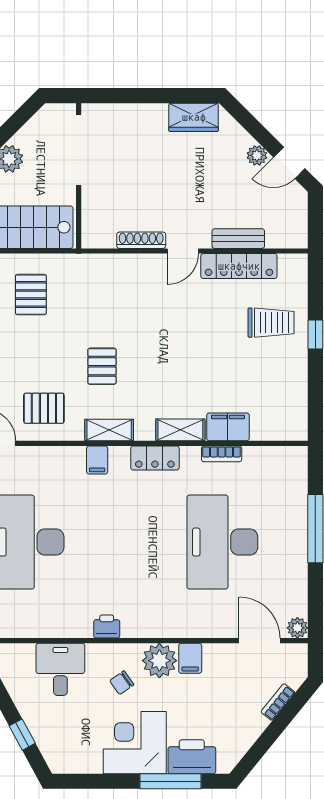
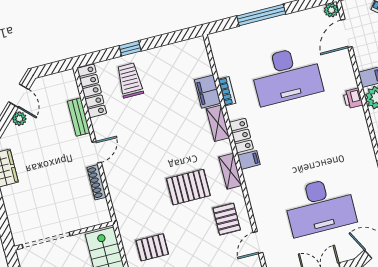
door: (183, 251) -> (97, 152), hinge flipped
locker: (239, 266) -> (92, 91), moved
pallet: (102, 366) -> (188, 187), width x1.50, depth x1.42
filing cabinet: (97, 460) -> (249, 160), moved
printer: (107, 627) -> (353, 98), moved

